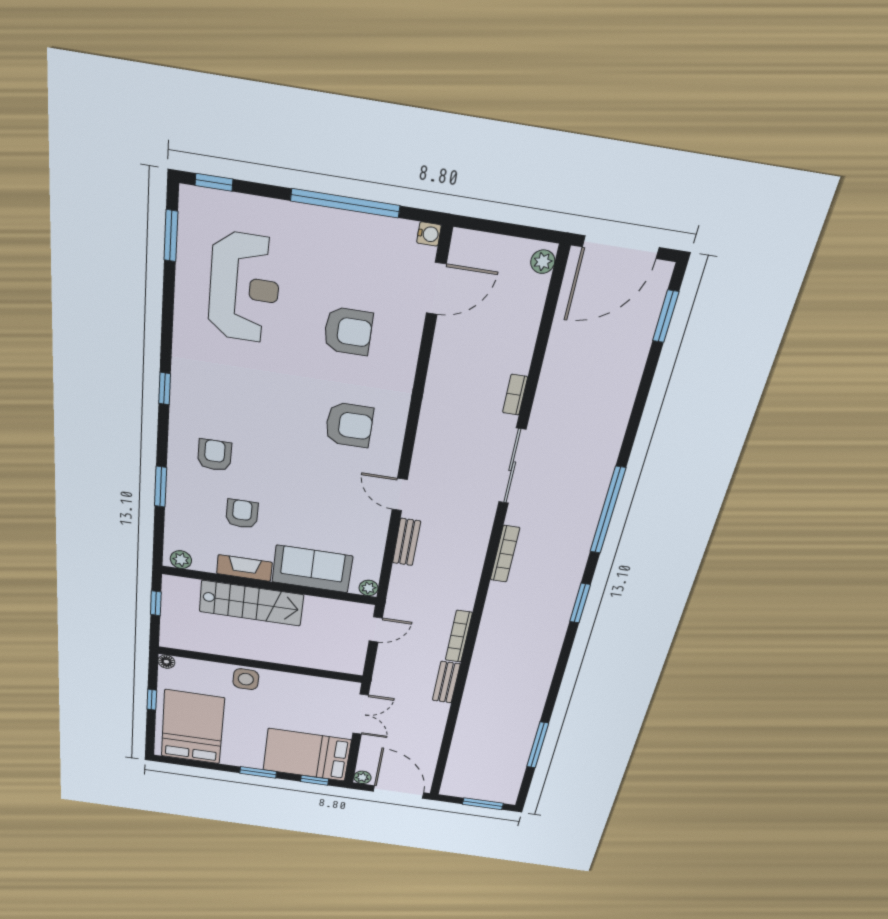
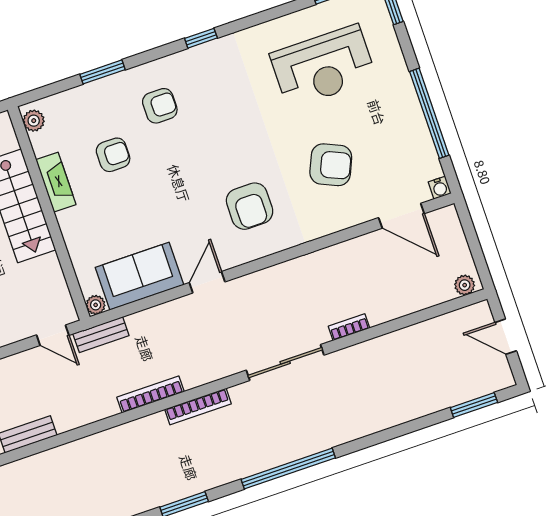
door: (621, 247) -> (506, 337), width x0.53
armchair: (348, 331) -> (331, 165), turned -66
bench: (407, 542) -> (101, 335), moved
sofa: (312, 569) -> (140, 276), moved, turned -90
bookcase: (459, 636) -> (150, 394), moved

